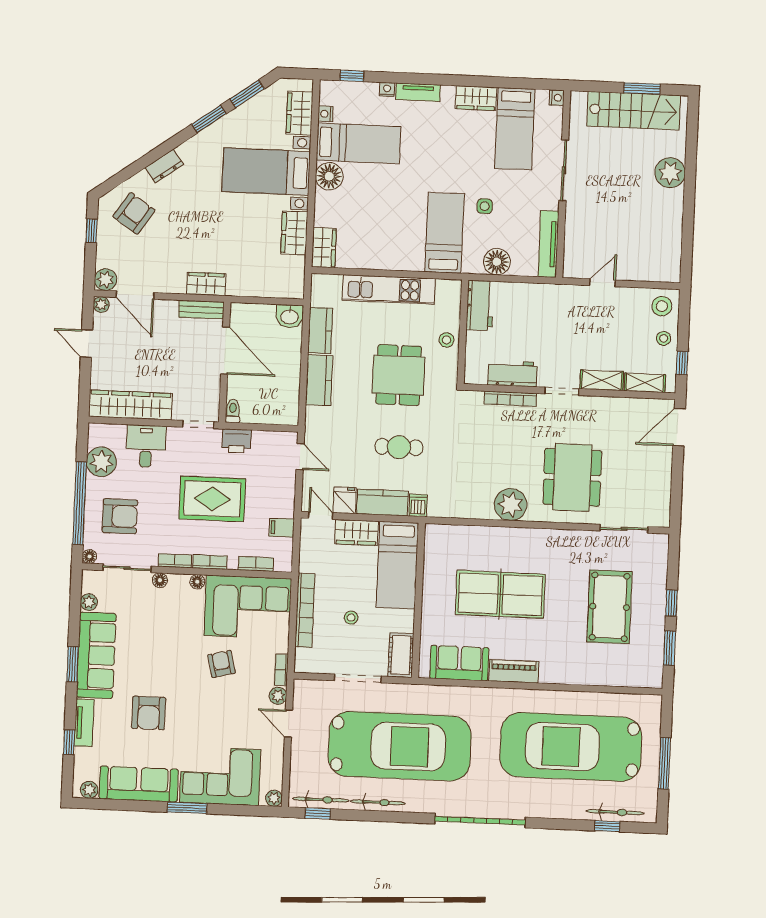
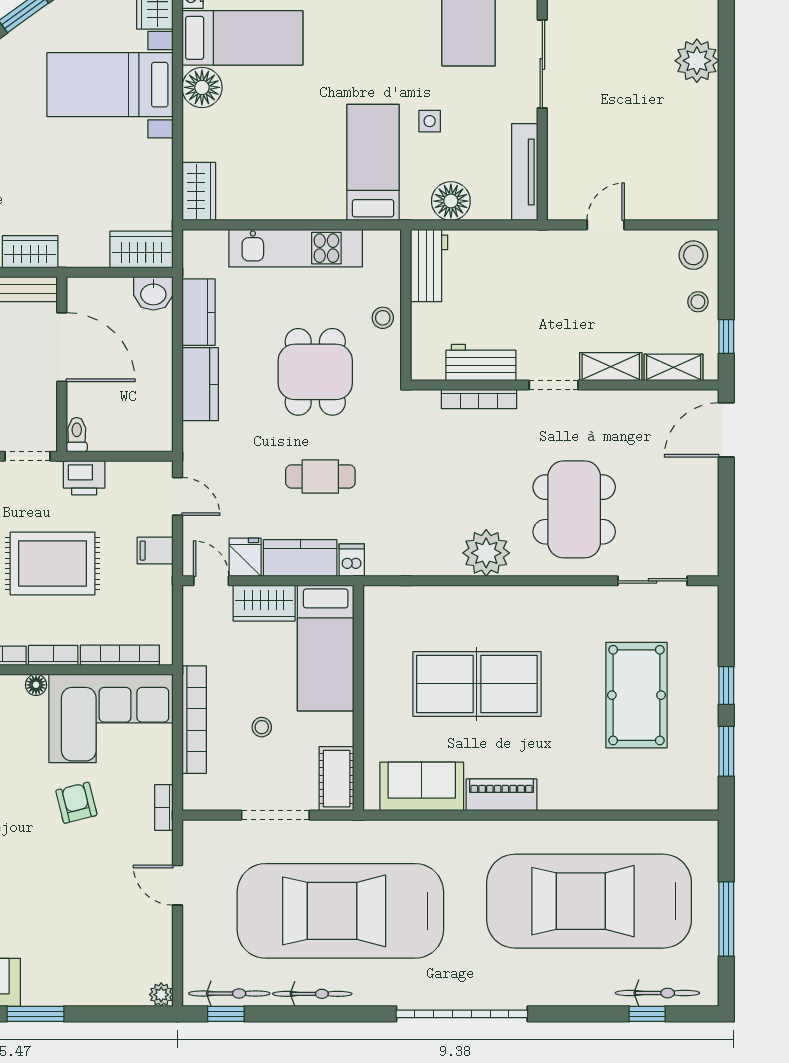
wardrobe: (294, 233) -> (141, 250), moved, turned 90
filing cabinet: (282, 528) -> (155, 551), moved
bookcase: (256, 564) -> (120, 655), width x1.56
plant: (278, 696) -> (160, 845), removed
car: (400, 746) -> (340, 911), turned 180
corner sofa: (220, 776) -> (82, 965), removed

